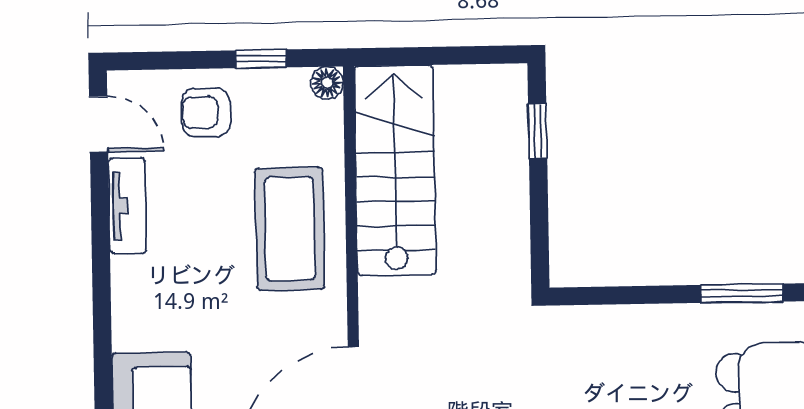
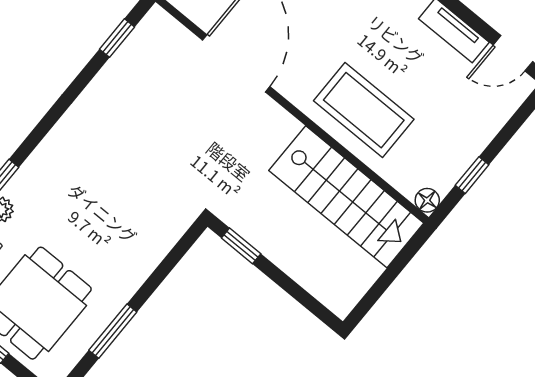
armchair: (206, 112) -> (469, 119), removed
window: (538, 131) -> (241, 246), moved

